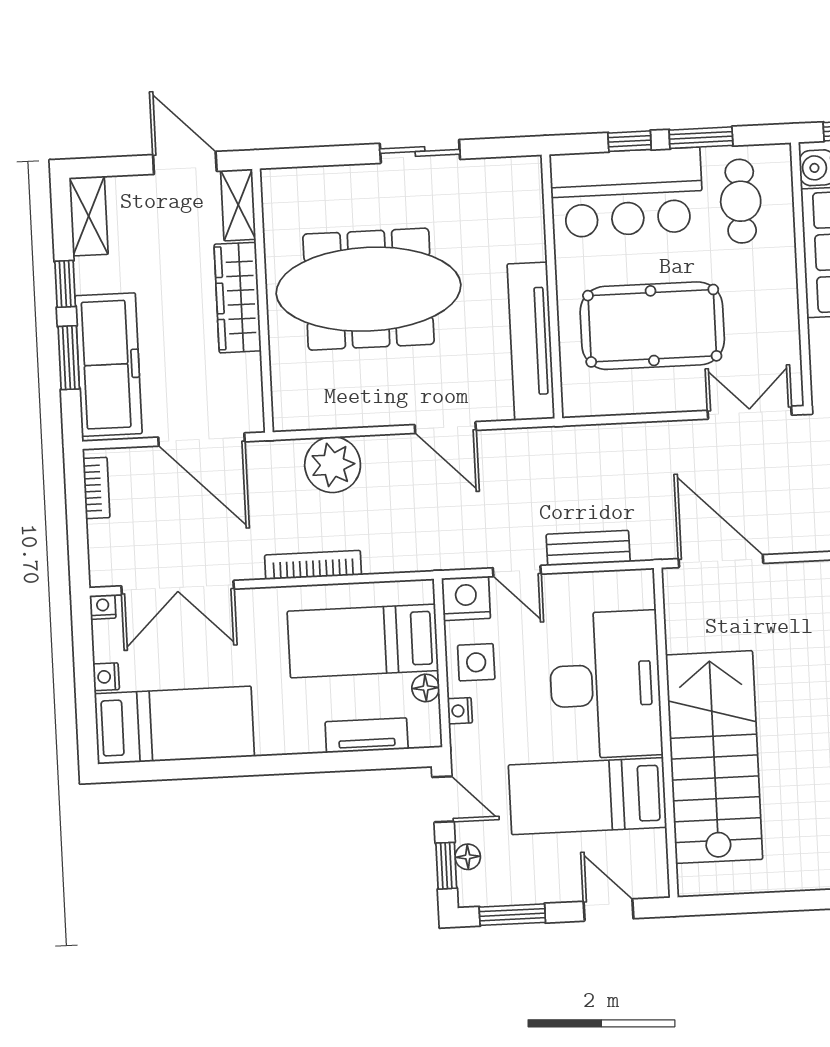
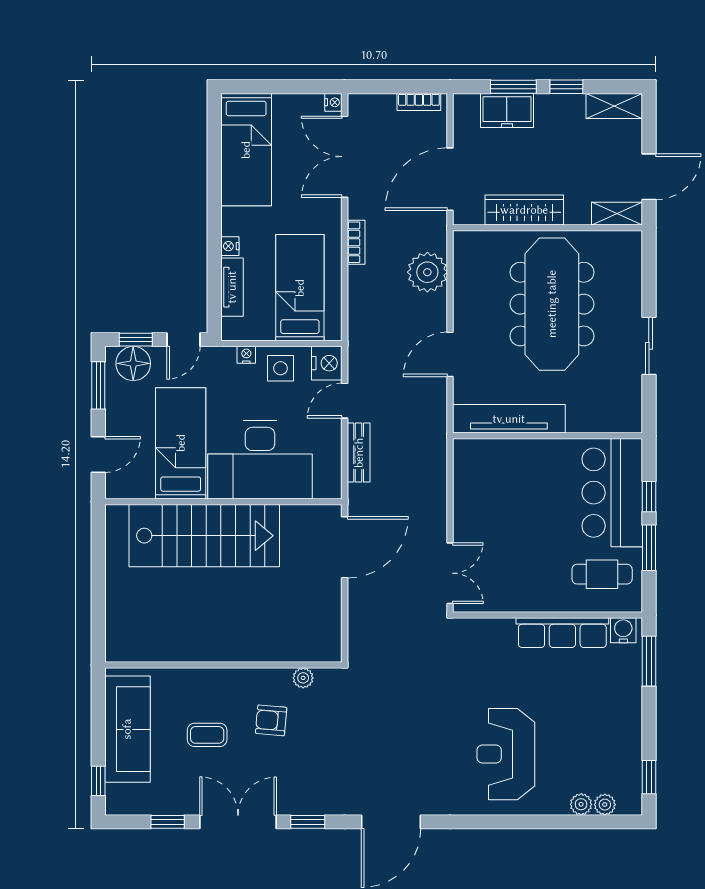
wardrobe: (238, 298) -> (524, 210), moved
pool table: (652, 326) -> (516, 506), removed
freezer: (109, 365) -> (507, 110), width x0.52, depth x0.79
bookcase: (313, 565) -> (356, 242), width x0.64
nightstand: (106, 677) -> (230, 246), moved, turned -90
floor lamp: (426, 688) -> (264, 331), removed
floor lamp: (468, 857) -> (133, 363), width x1.89, depth x1.89

